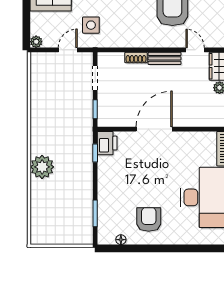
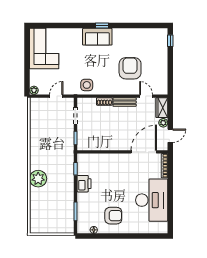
side table: (91, 25) -> (87, 85), moved
door: (154, 129) -> (144, 152), moved
printer: (107, 143) -> (84, 184), moved
armchair: (149, 219) -> (113, 216), turned 90

